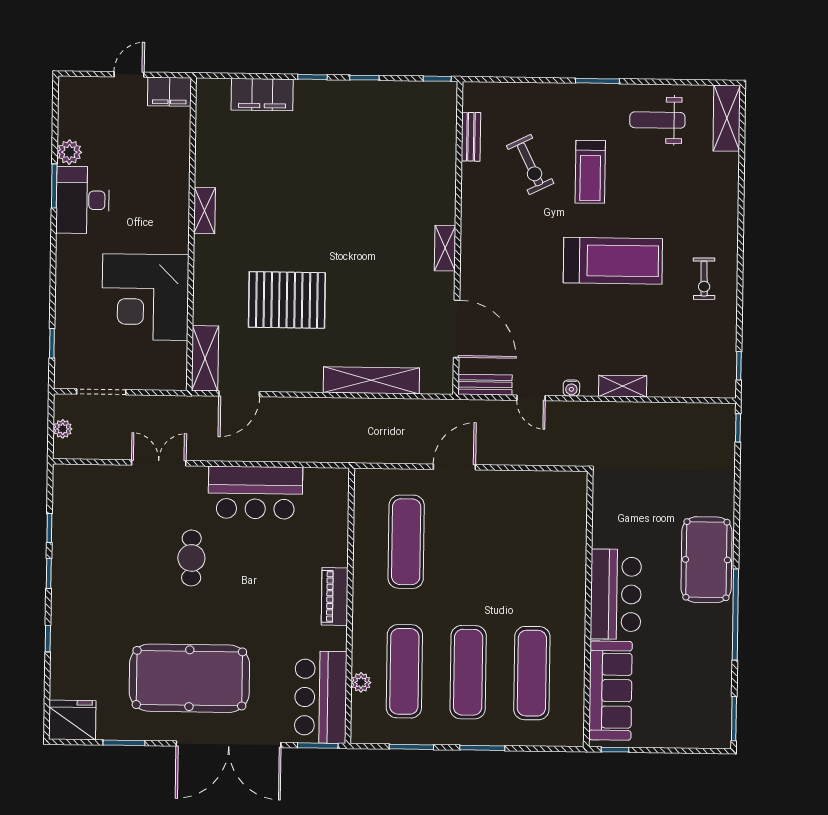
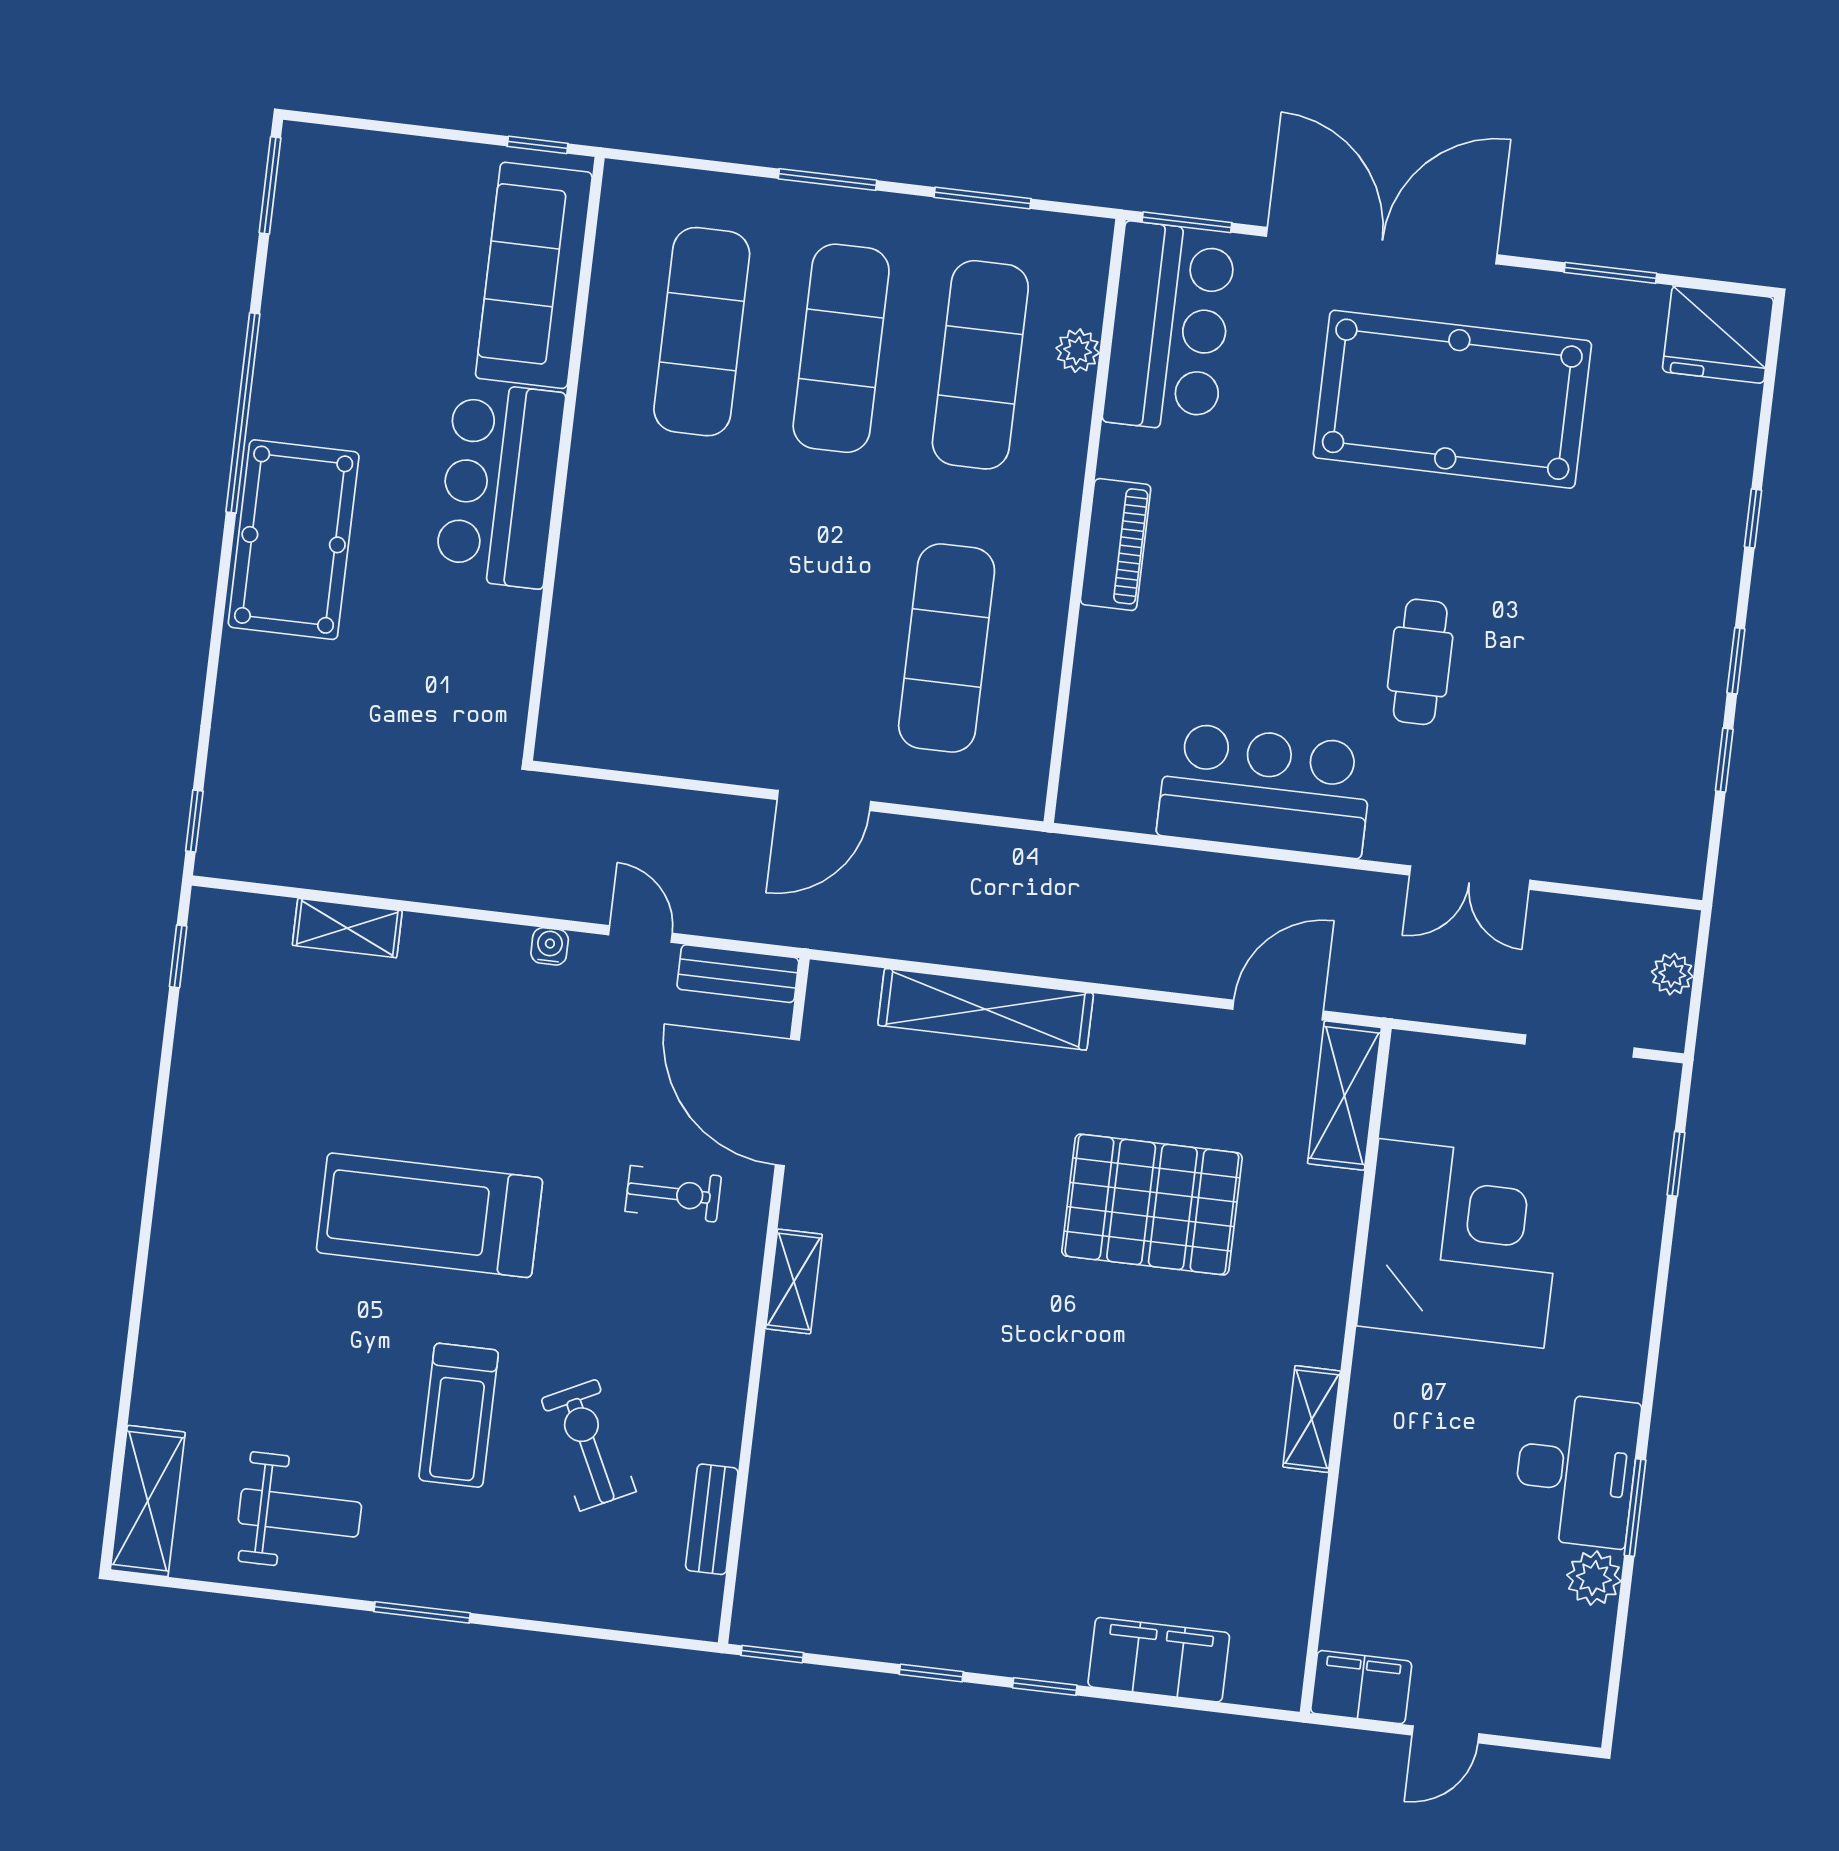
treadmill: (590, 172) -> (459, 1415), turned 180
exercise bike: (704, 279) -> (673, 1194), moved, turned 91
shelving: (623, 386) -> (347, 928), moved

